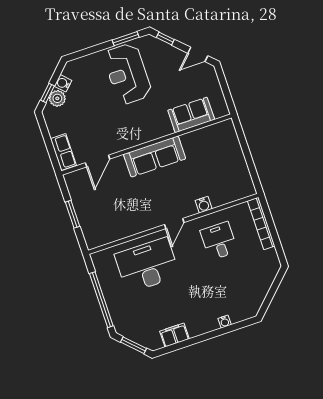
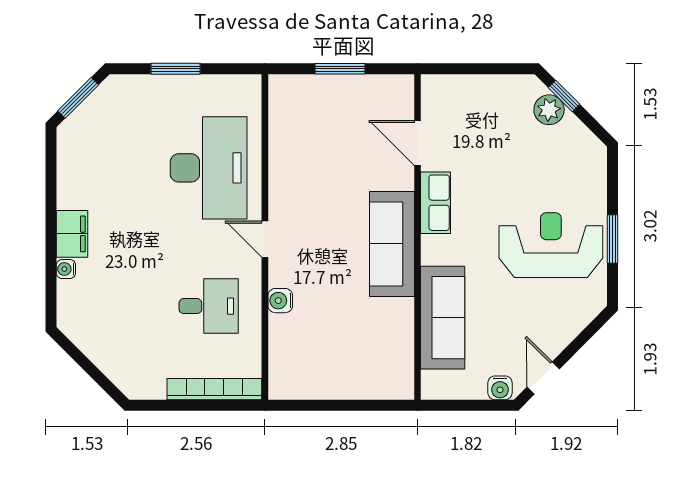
window: (165, 38) -> (590, 331), removed
window: (126, 39) -> (613, 239), moved
water cooler: (63, 83) -> (500, 388), moved, turned 135
sofa: (191, 115) -> (443, 318), width x1.36
row of seats: (63, 152) -> (436, 203), moved, turned -90
window: (101, 300) -> (175, 69), width x0.47
filing cabinet: (174, 335) -> (72, 234), moved

